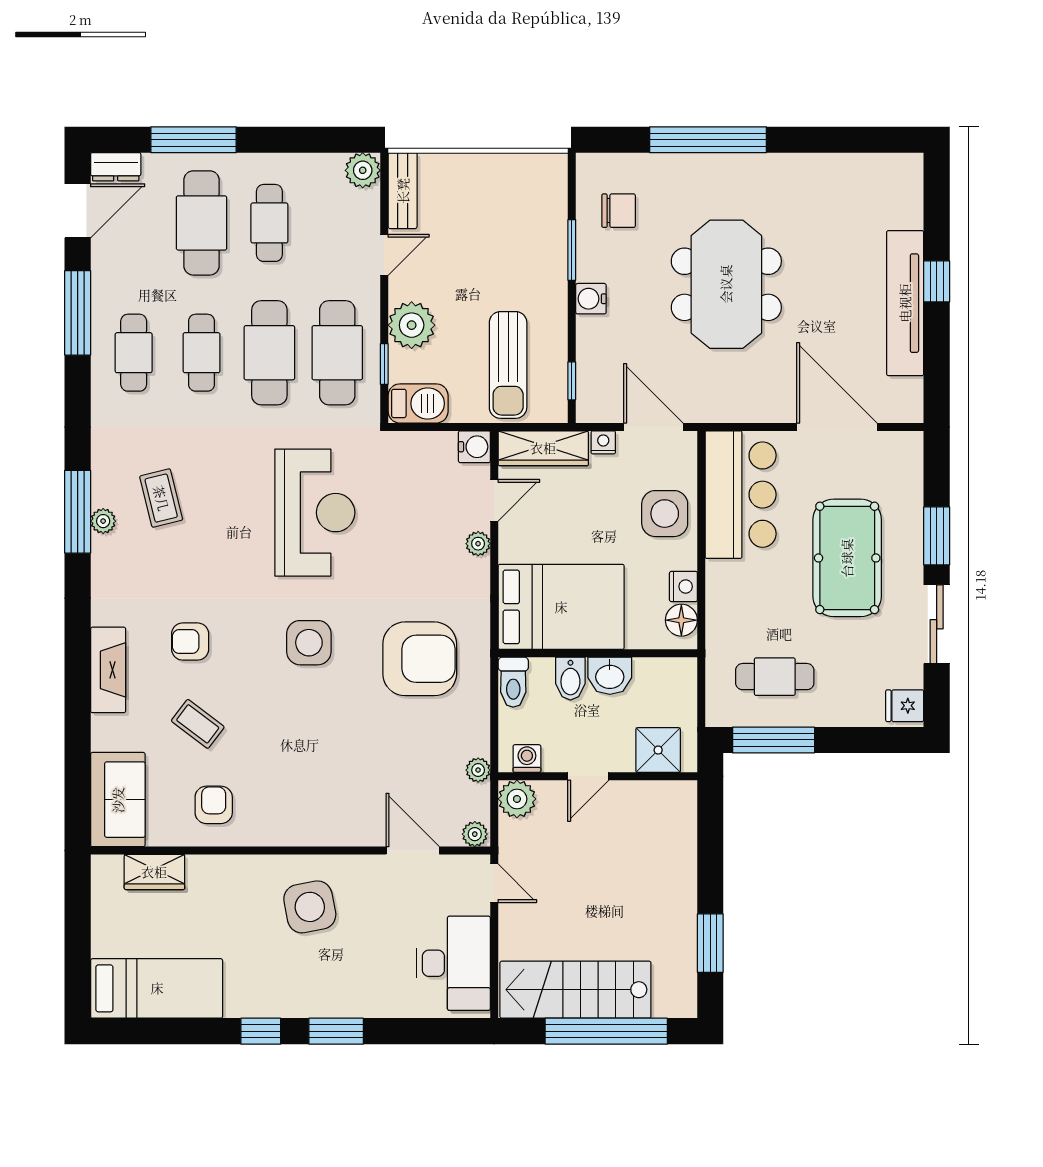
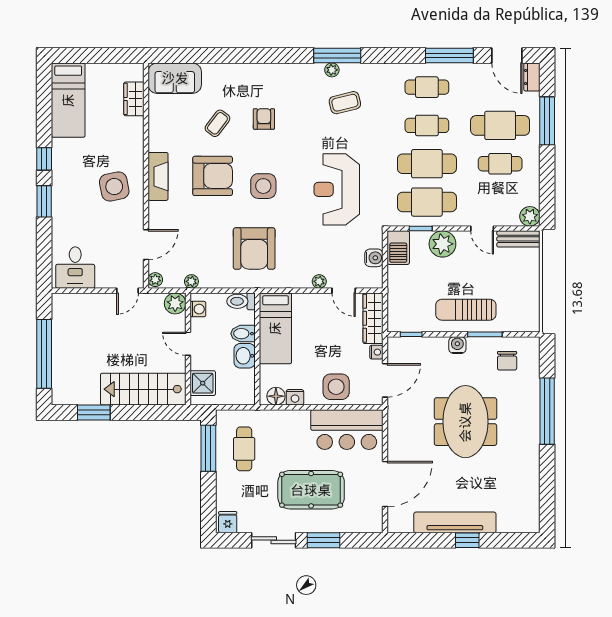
meeting table: (726, 284) -> (465, 422), turned 90
sun lounger: (508, 365) -> (466, 310), moved
water cooler: (474, 447) -> (374, 258), moved, turned -90
reception desk: (315, 513) -> (337, 189), turned 90
bed: (561, 607) -> (275, 328), width x0.67
fireplace: (108, 670) -> (158, 176), moved, turned -90
armchair: (214, 805) -> (213, 176), moved, width x1.88, depth x1.88
desk: (453, 963) -> (75, 268), width x0.73
stairs: (575, 990) -> (143, 389), moved, turned -90

